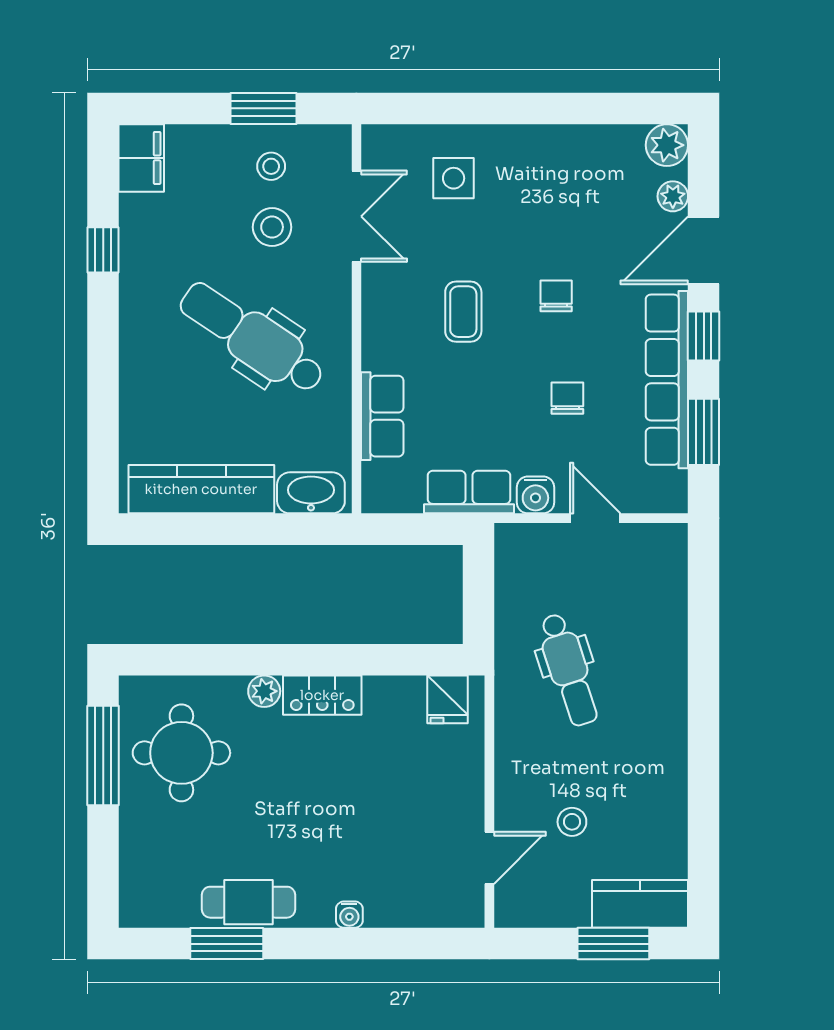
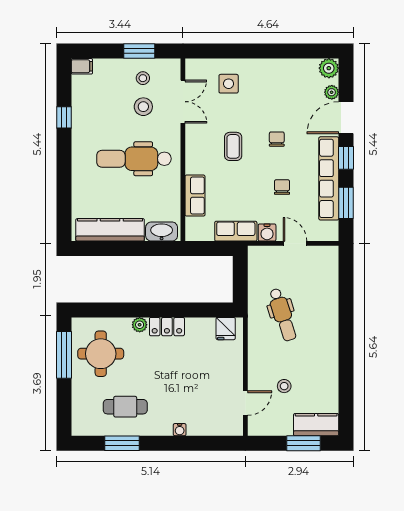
filing cabinet: (141, 158) -> (82, 66), width x0.50
dental chair: (252, 338) -> (134, 159), turned -34
cafe table: (249, 902) -> (125, 407), moved

